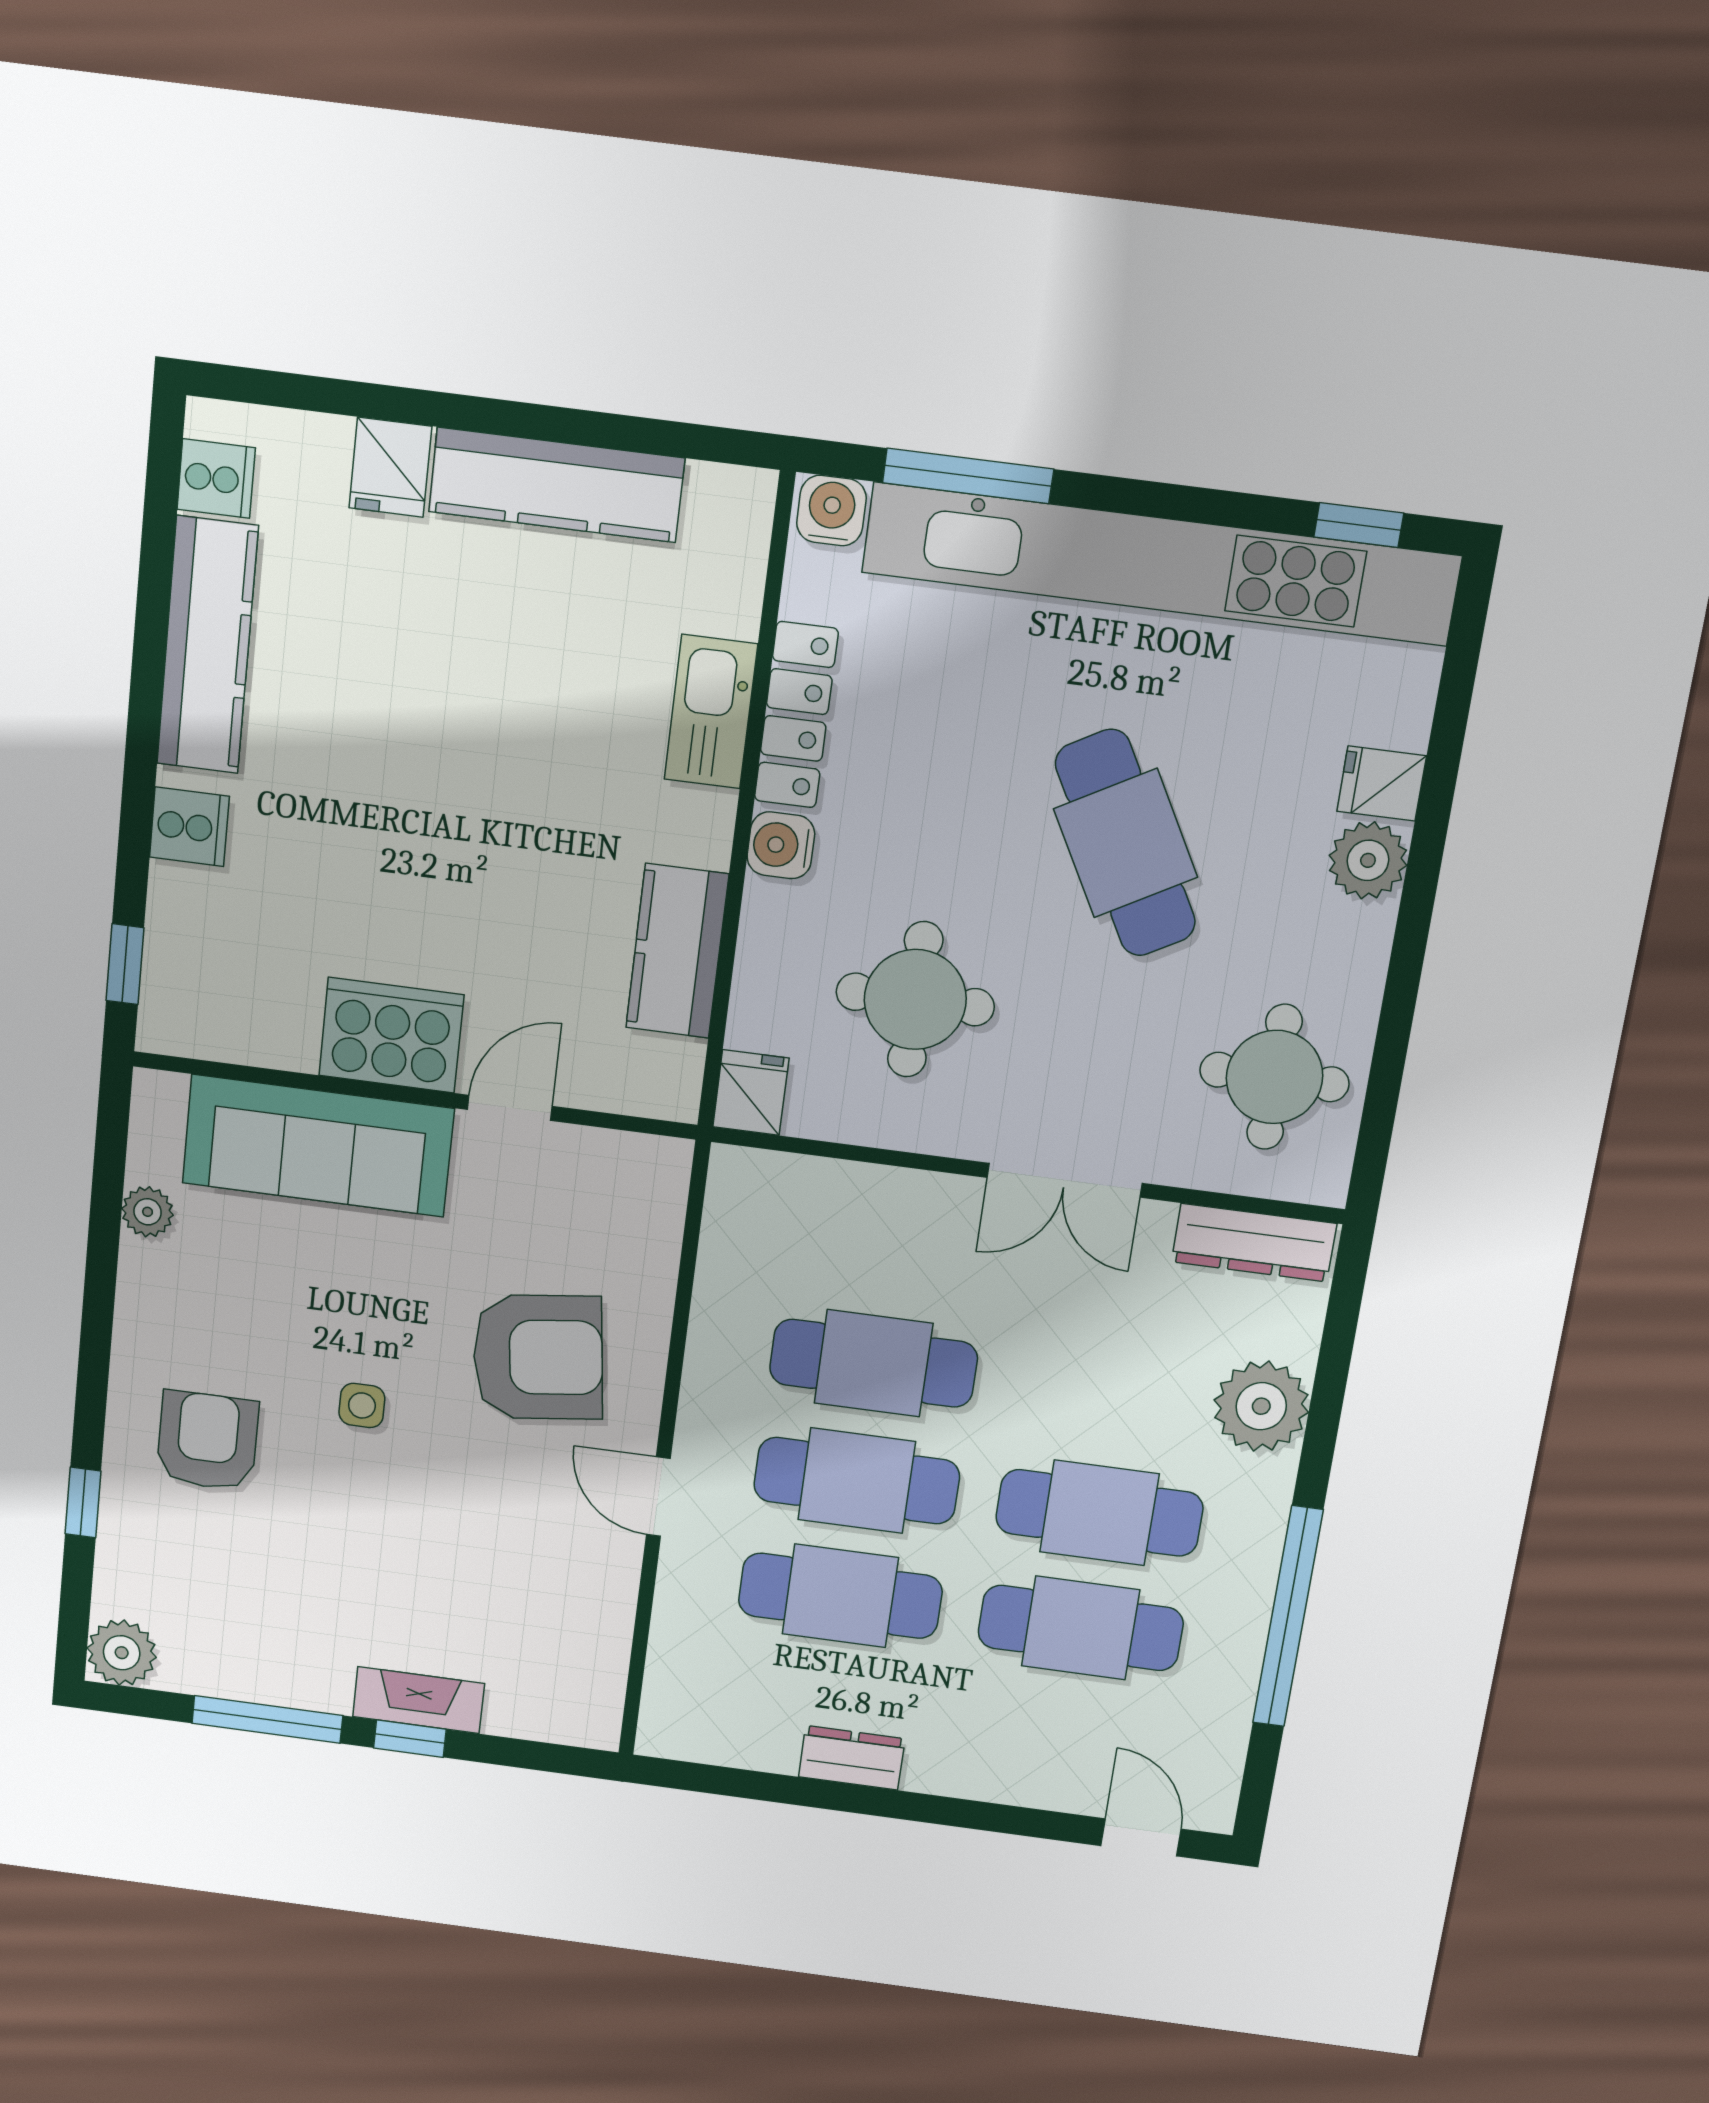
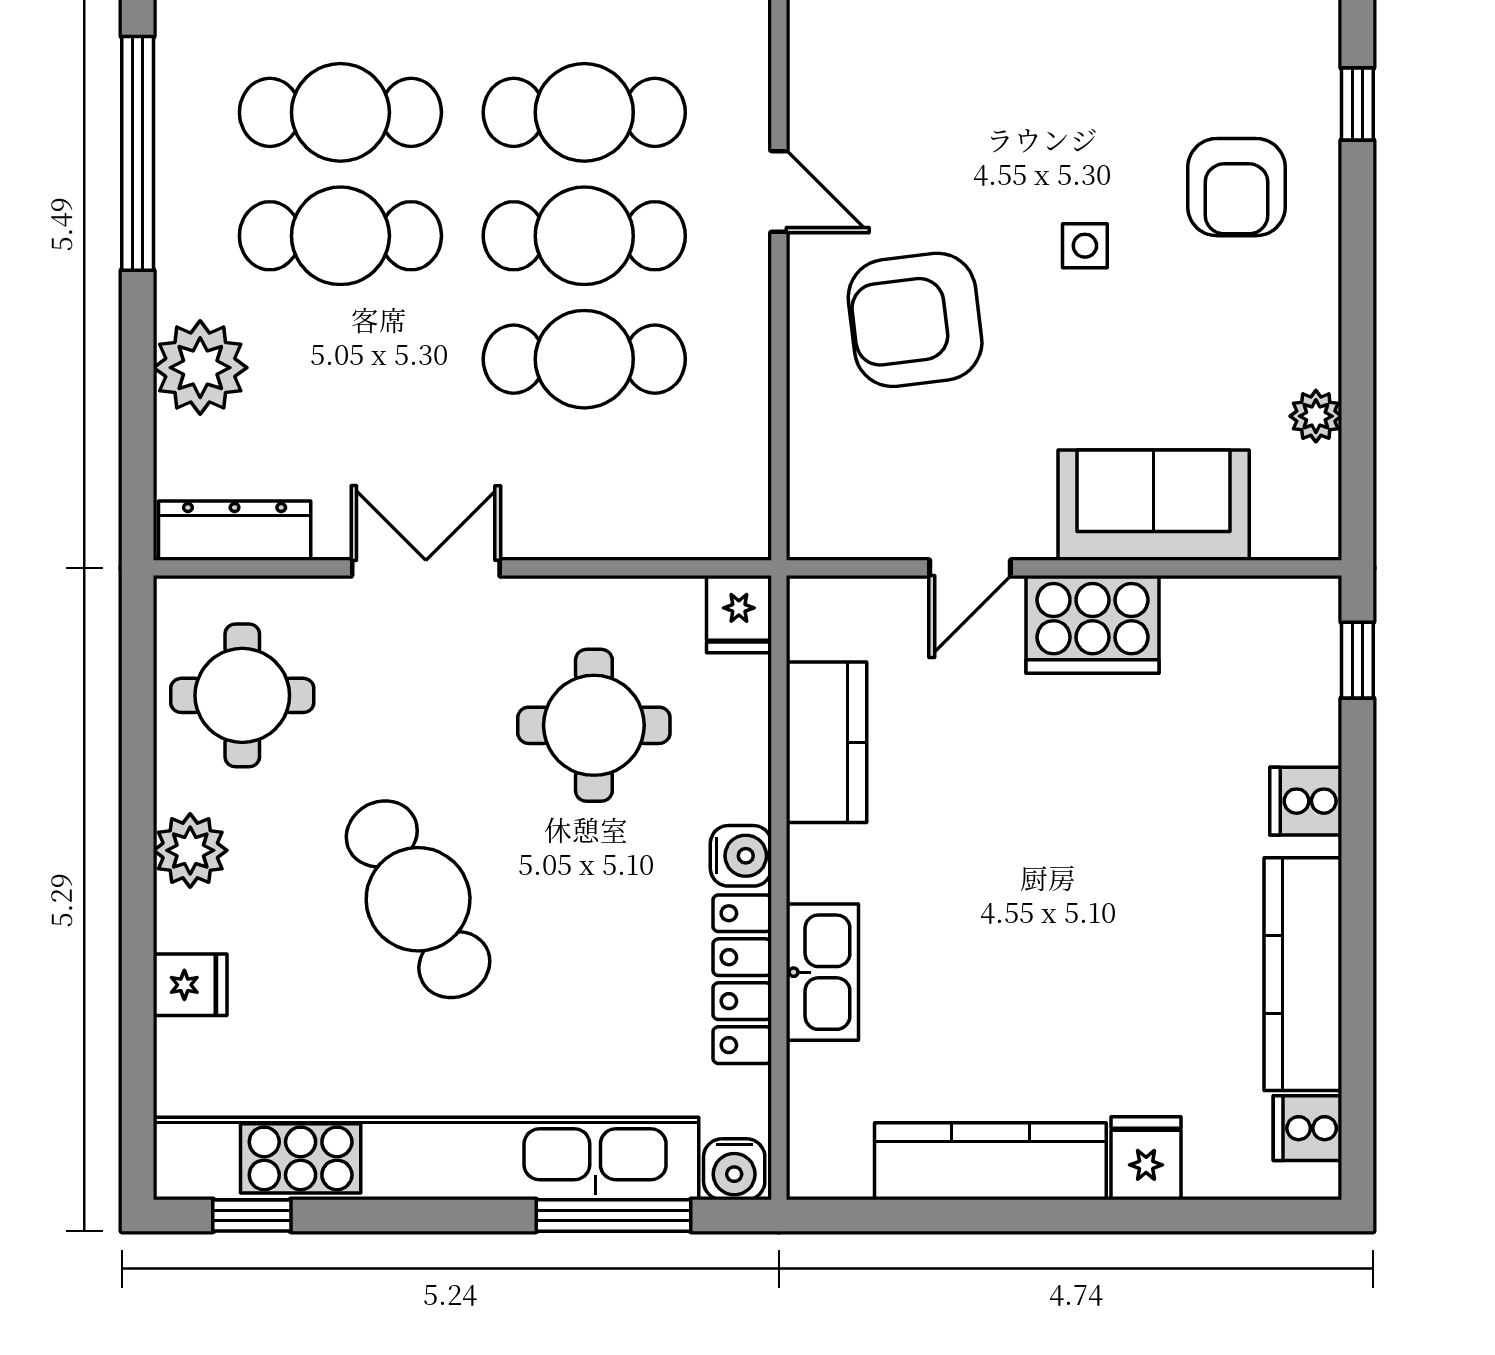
plant: (1368, 860) -> (190, 850), moved
sofa: (318, 1146) -> (1154, 505), width x0.73

